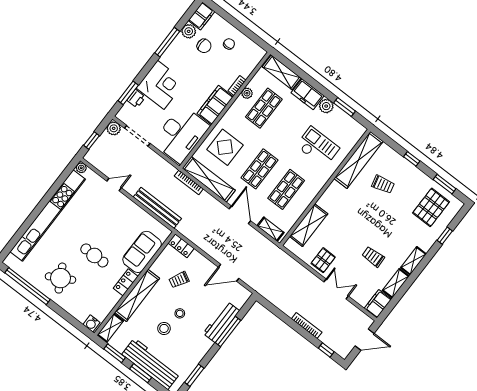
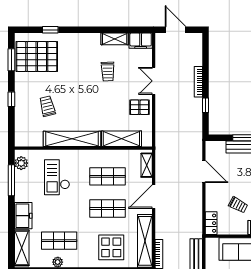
plant: (326, 106) -> (21, 163), moved
window: (344, 107) -> (11, 180), width x1.44
shelving: (359, 160) -> (72, 139), moved
pallet: (431, 207) -> (37, 57), width x1.37, depth x1.41
shelving: (413, 261) -> (87, 39), removed
window: (326, 350) -> (206, 105), moved

